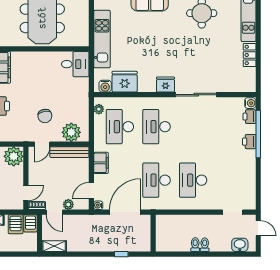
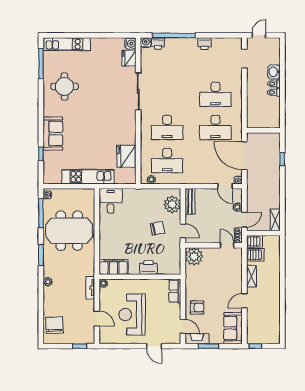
locker: (250, 55) -> (102, 43), removed
fridge: (165, 85) -> (129, 58), moved
water cooler: (105, 86) -> (130, 44), moved
printer: (249, 142) -> (205, 44), moved
bench: (69, 152) -> (190, 201), width x0.73
filing cabinet: (101, 163) -> (200, 178), removed
washbasin: (240, 245) -> (274, 72), moved

